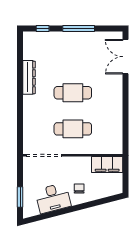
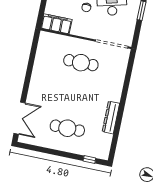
window: (79, 28) -> (57, 153), removed
cafe table: (73, 93) -> (67, 128), moved

